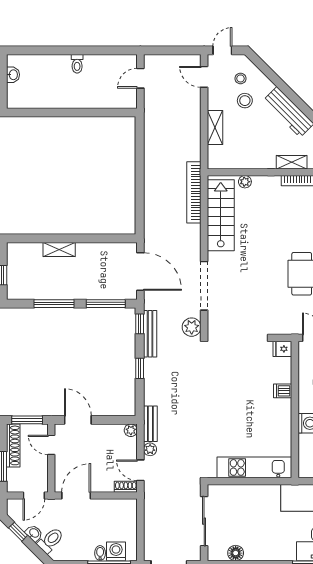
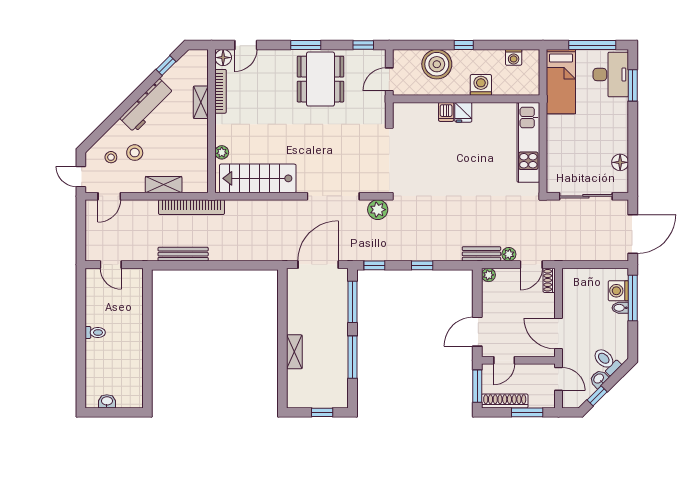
bookcase: (194, 192) -> (192, 207), moved
bench: (150, 334) -> (183, 254), moved
fridge: (282, 349) -> (463, 112), moved

